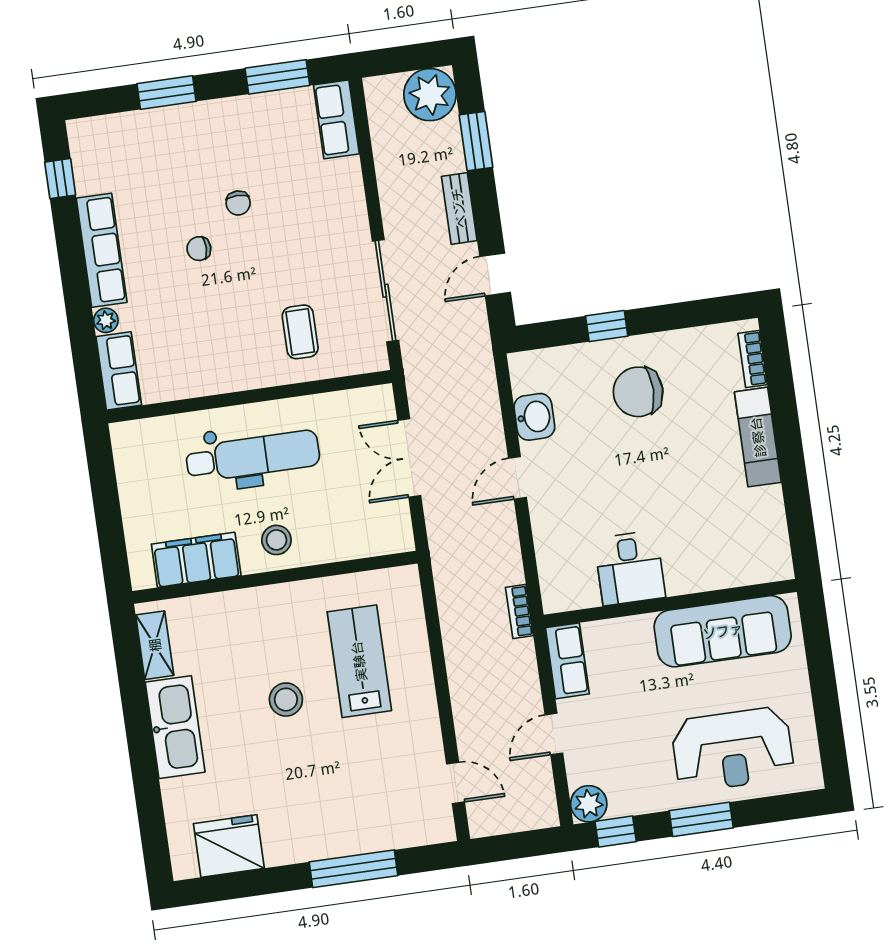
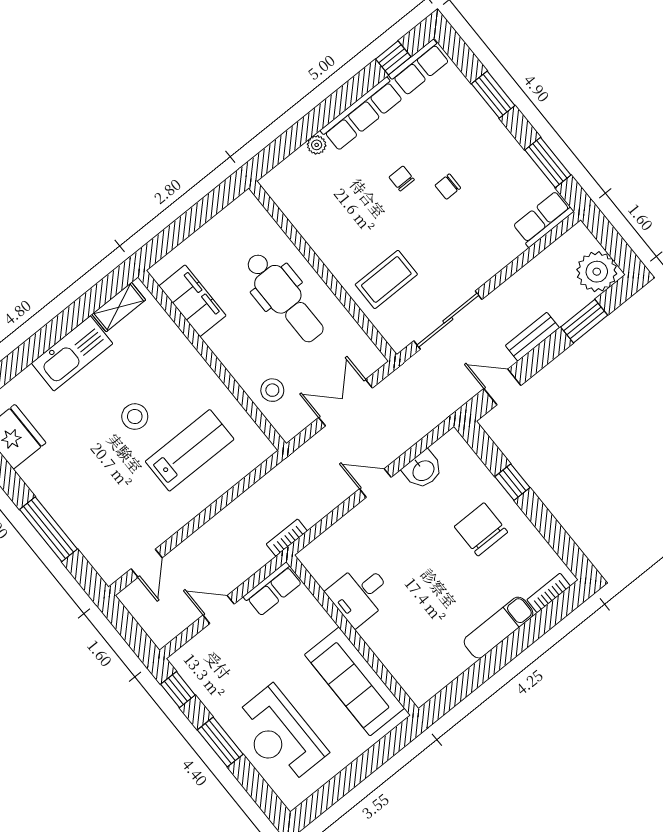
coffee table: (300, 332) -> (386, 279), width x1.36, depth x1.30
row of seats: (119, 371) -> (419, 68), moved
stool: (276, 540) -> (272, 390), moved
plant: (589, 804) -> (186, 661), removed

